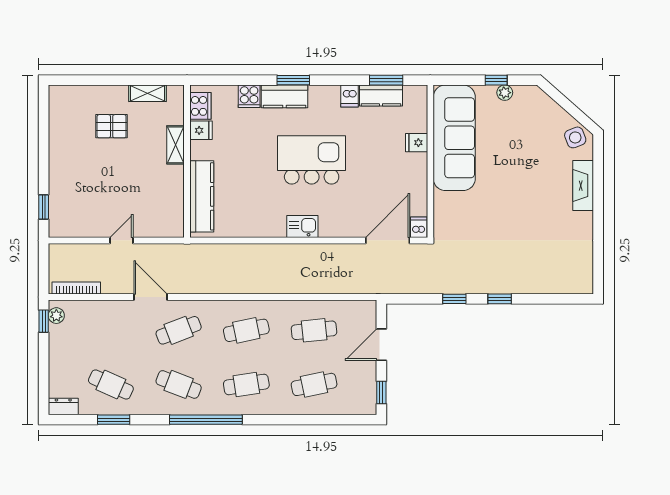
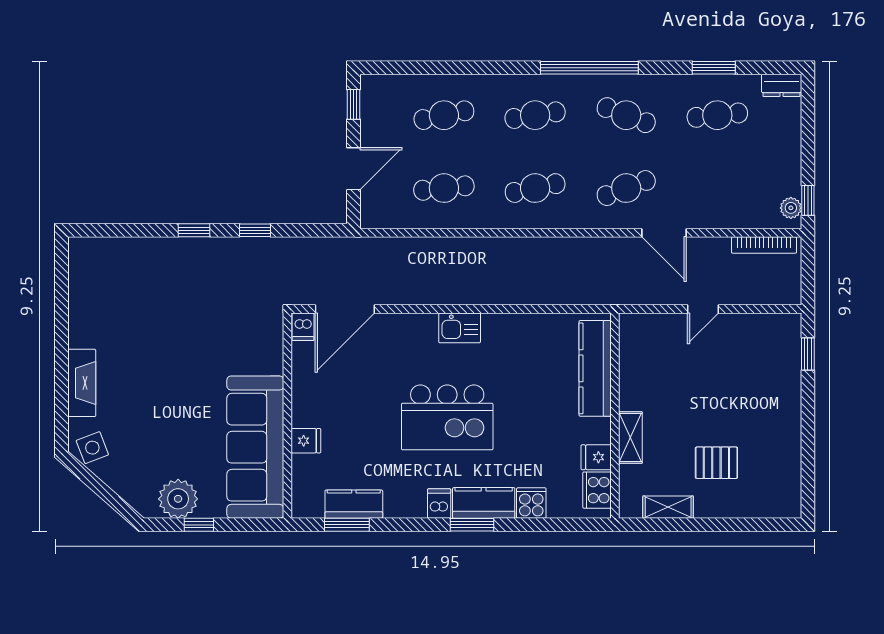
plant: (505, 93) -> (178, 499), width x1.88, depth x1.88
dishwasher: (350, 96) -> (439, 504), moved
cafe table: (111, 384) -> (717, 115), turned -30

